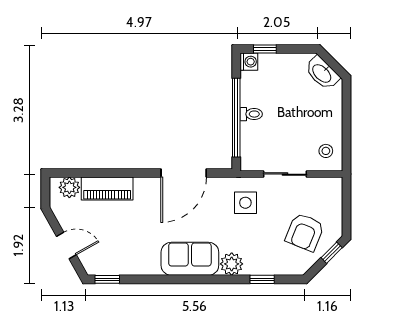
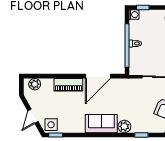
piano: (107, 189) -> (68, 85), moved
side table: (245, 203) -> (51, 125), moved
door: (66, 245) -> (33, 116), swing flipped

